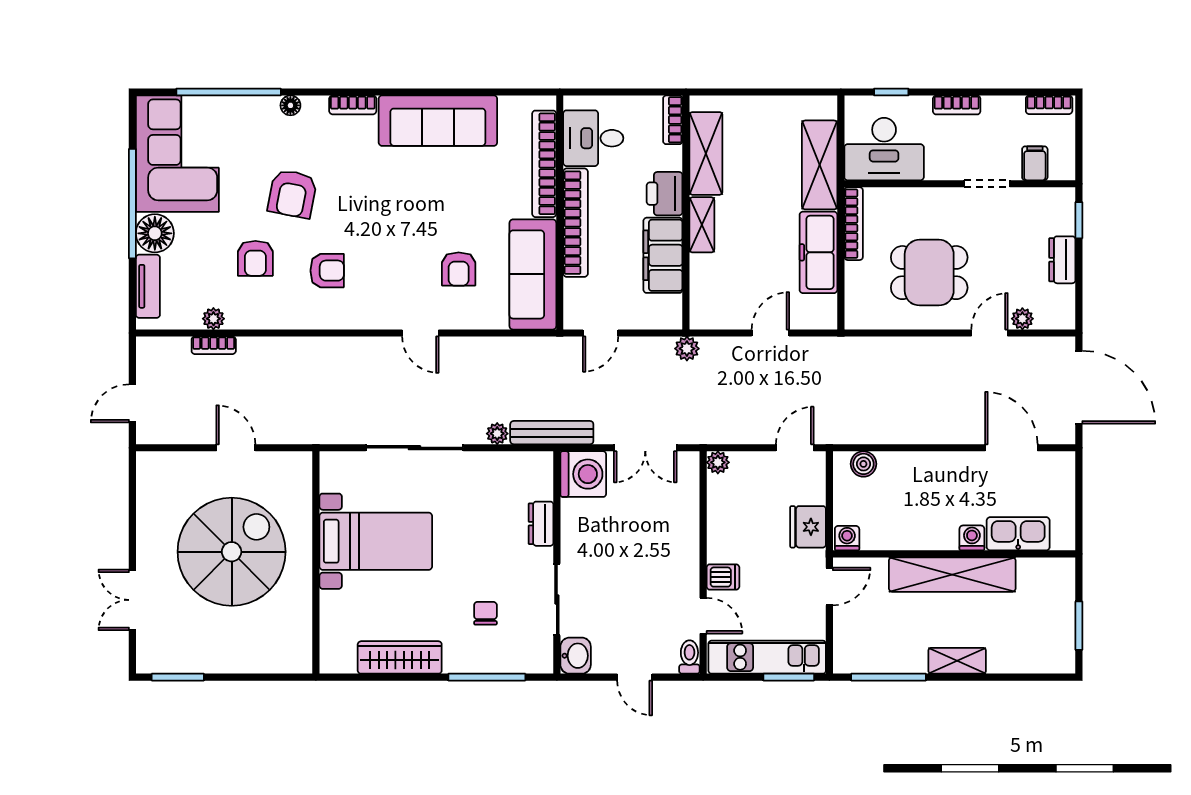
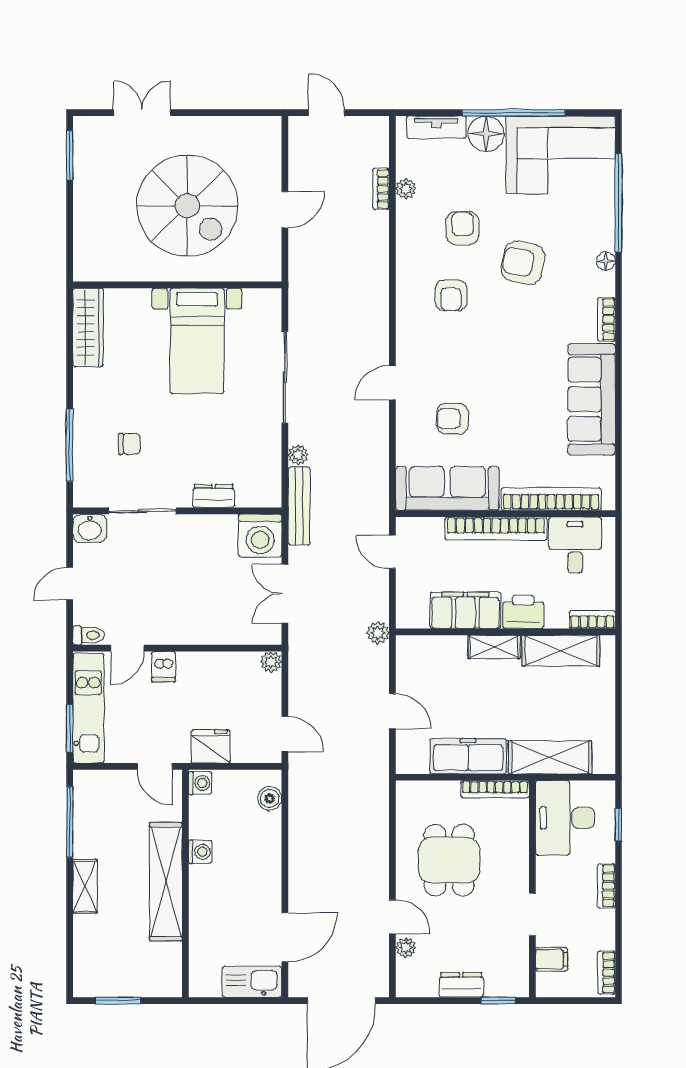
armchair: (255, 258) -> (463, 228), turned 90
kitchen sink: (1018, 534) -> (252, 982), moved, turned -90
washing machine: (972, 538) -> (200, 852), moved
wardrobe: (400, 657) -> (88, 328), moved

